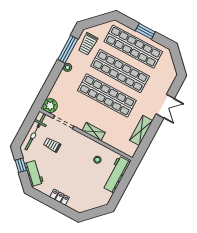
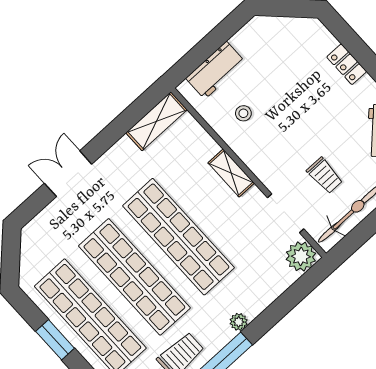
shelving: (141, 130) -> (156, 121), moved
workbench: (116, 174) -> (216, 70), width x0.73

